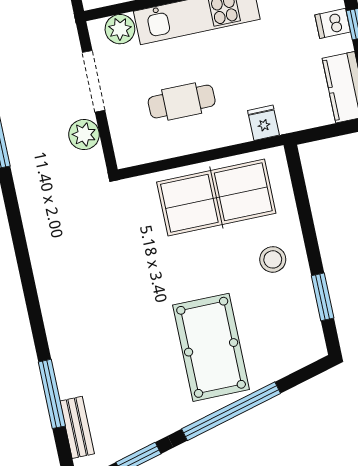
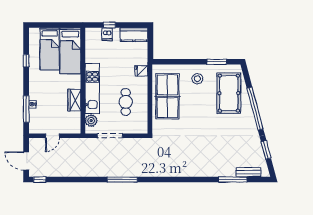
plant: (84, 135) -> (131, 144), removed
pool table: (211, 347) -> (229, 93), moved, turned 90

